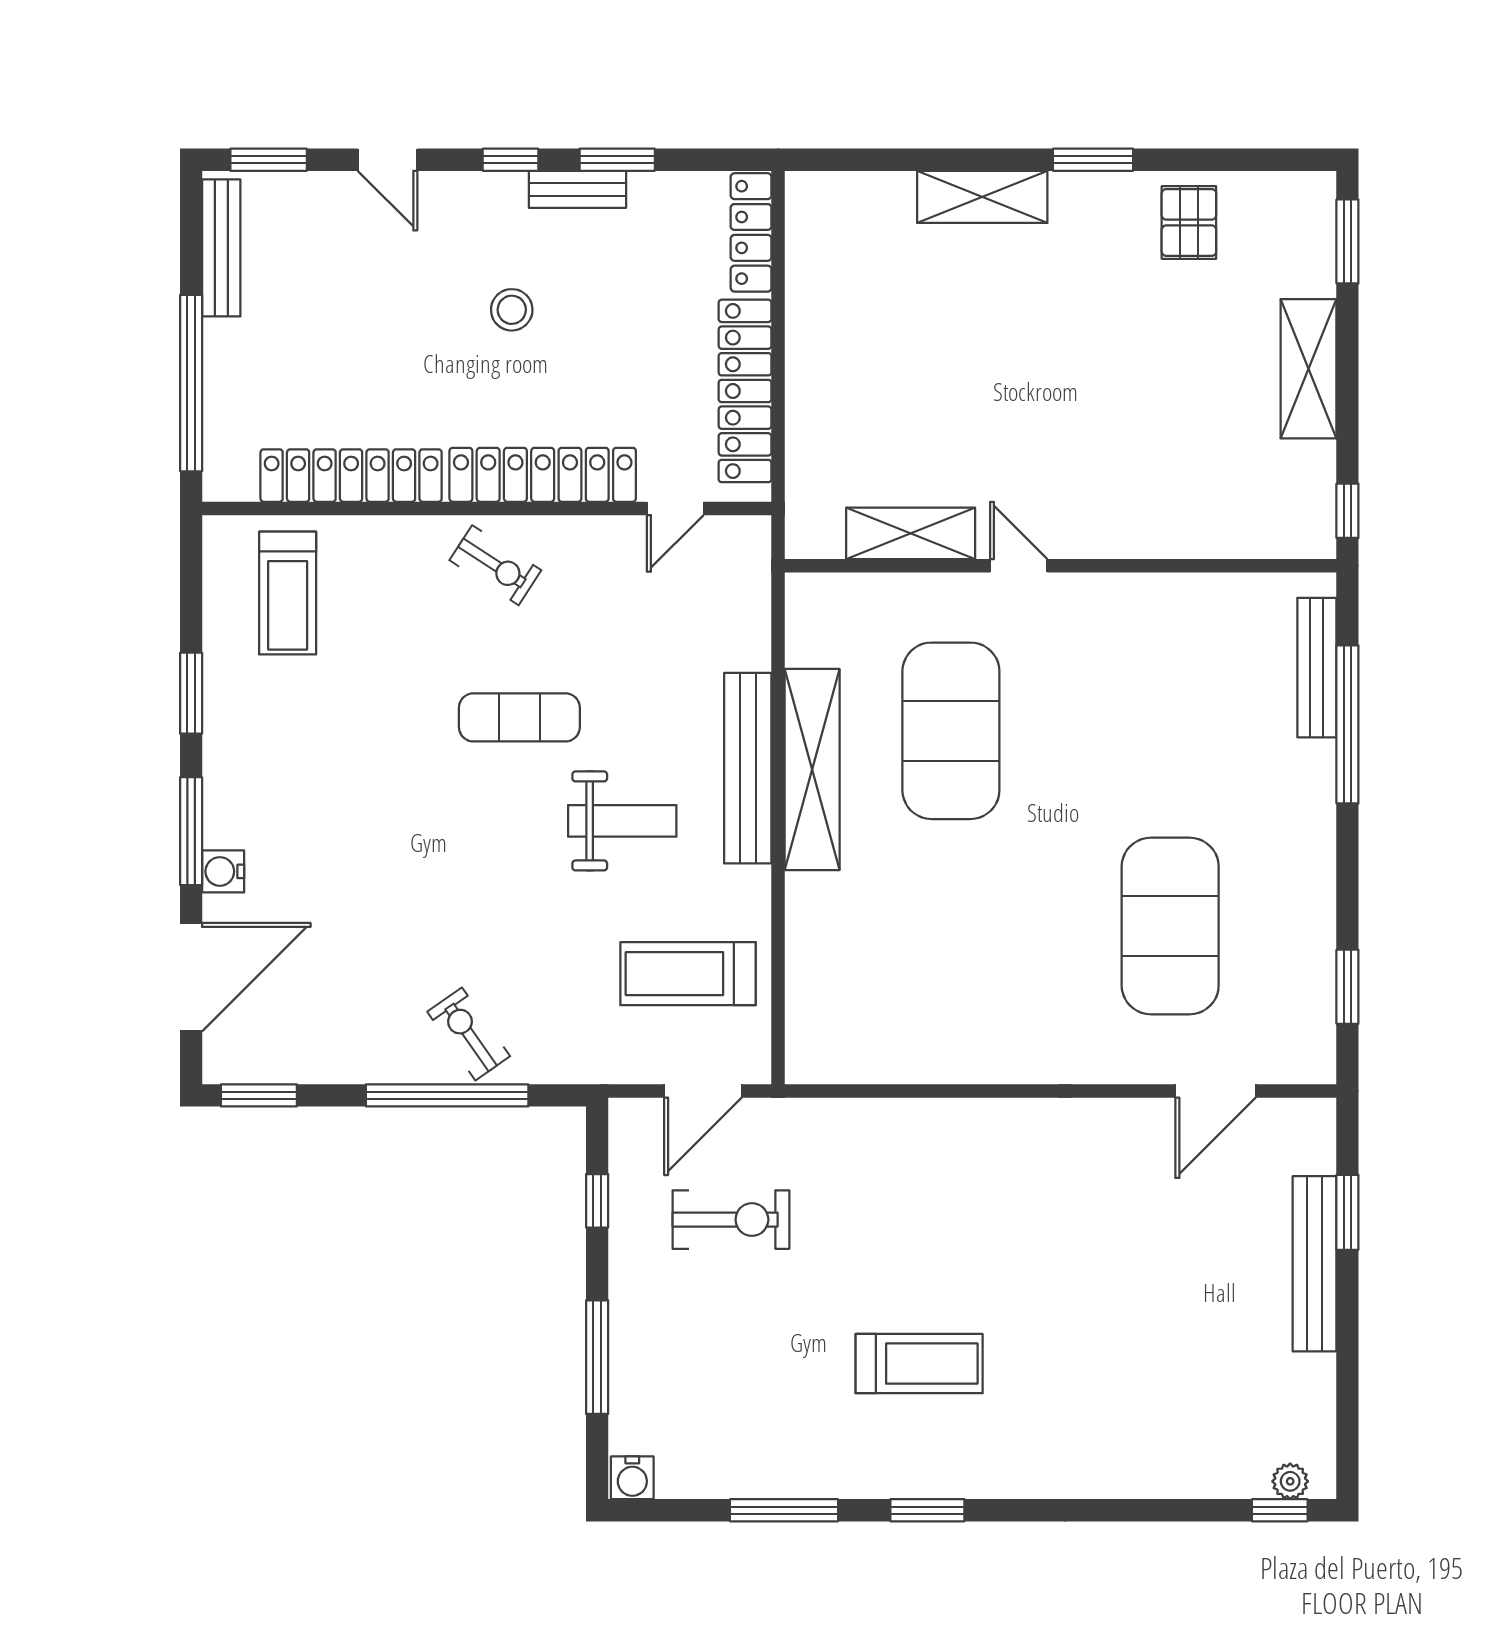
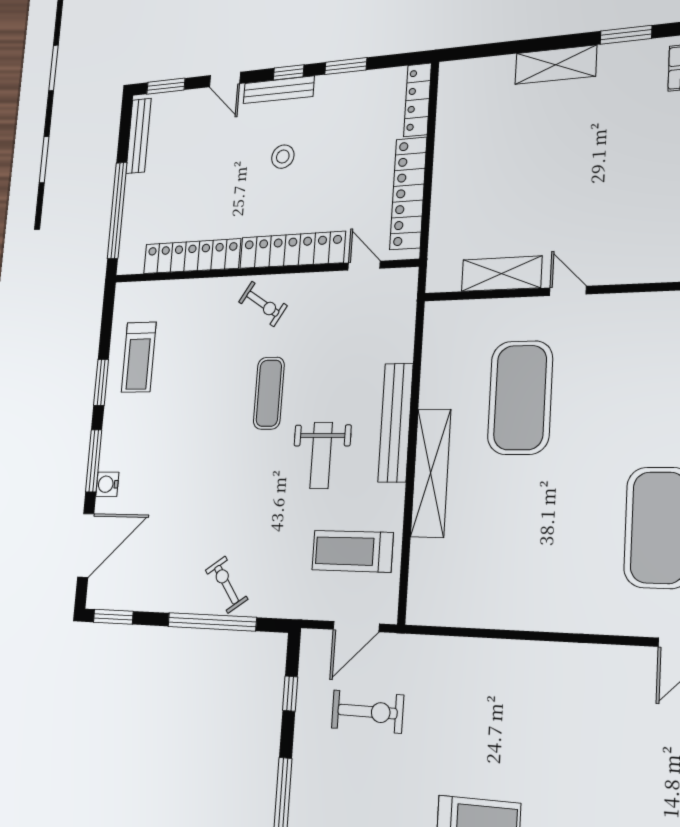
bench: (578, 189) -> (279, 90), moved, width x1.36
door: (675, 508) -> (364, 266), swing flipped
treadmill: (288, 593) -> (139, 357), moved
exercise mat: (519, 717) -> (269, 393), turned 90
shelving: (812, 769) -> (431, 473), moved
weight bench: (622, 821) -> (321, 455), turned 90

